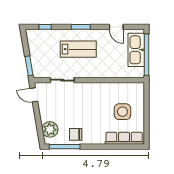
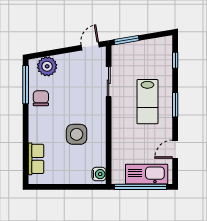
water cooler: (136, 88) -> (99, 174), added
side table: (122, 112) -> (77, 134), moved
row of seats: (124, 138) -> (36, 159), width x0.68

